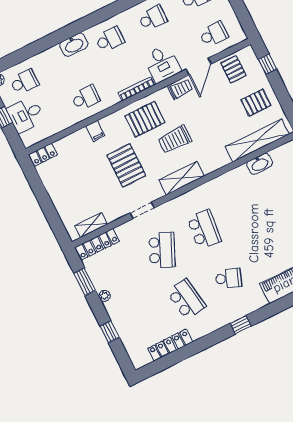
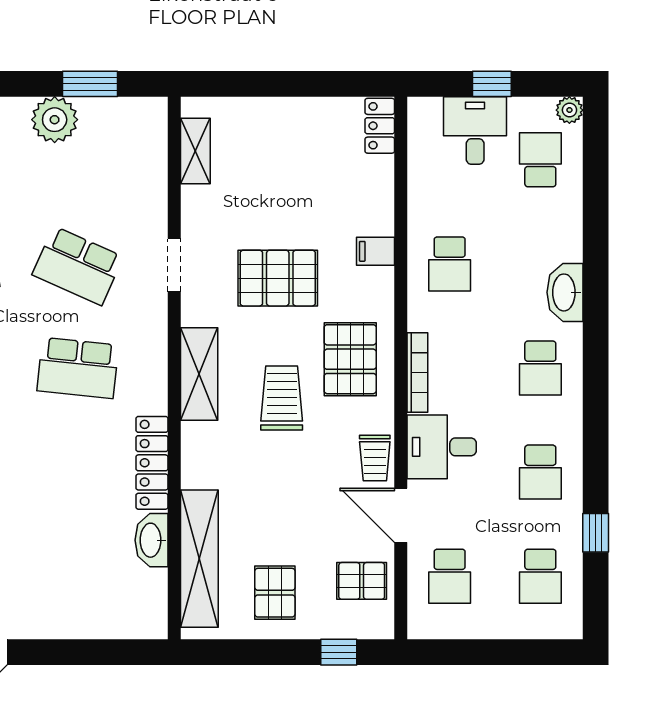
school desk: (24, 82) -> (540, 160), turned 180
locker: (97, 244) -> (152, 463), moved
plant: (105, 296) -> (55, 120), width x1.87, depth x1.87

